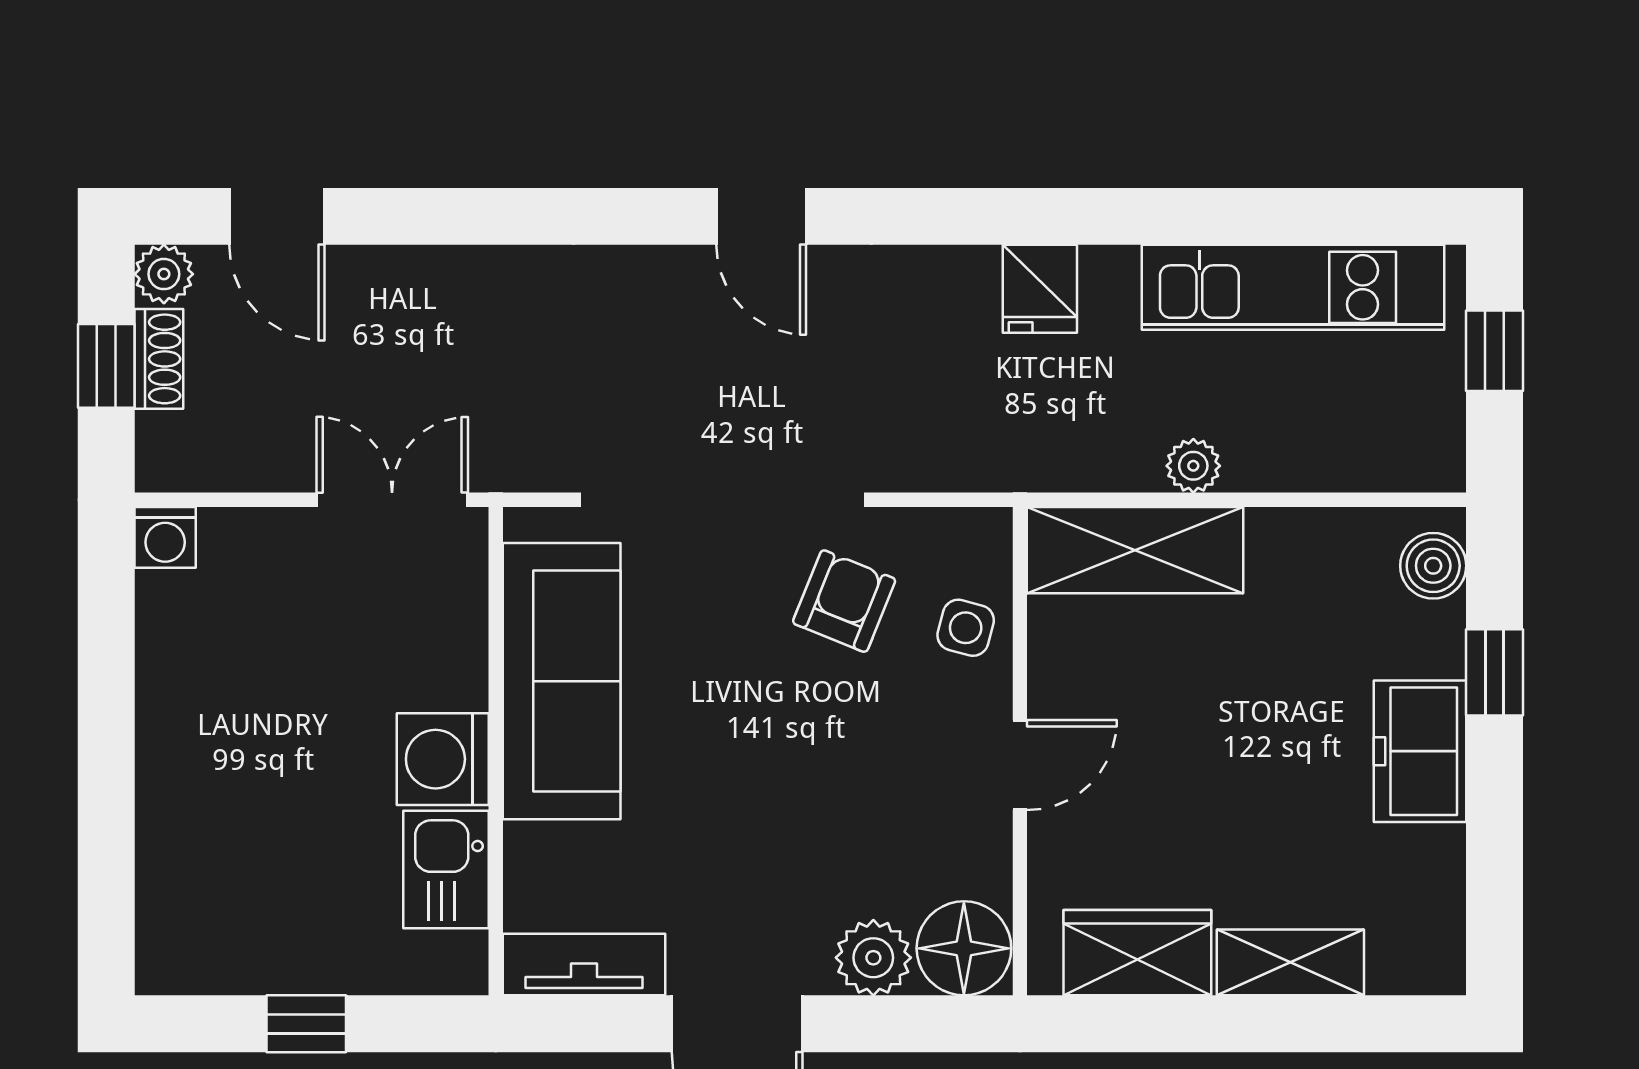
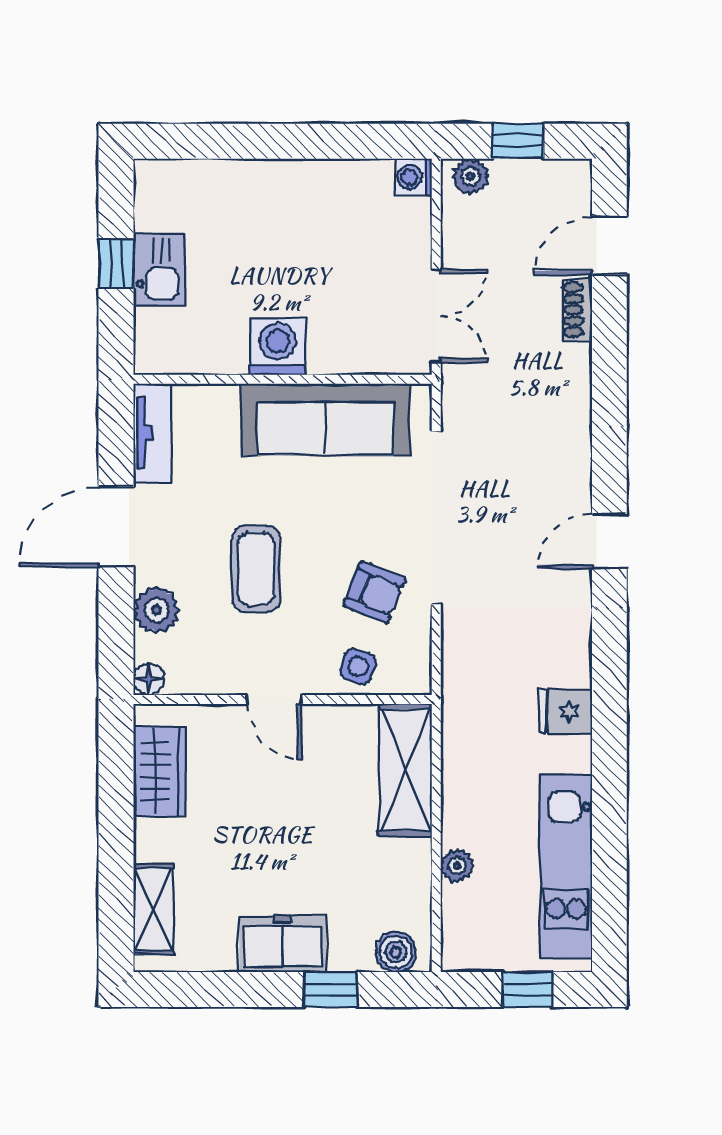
plant: (164, 274) -> (470, 176), moved
shoe rack: (159, 359) -> (577, 310), moved, turned 90
plant: (1193, 466) -> (457, 866), moved
coffee table: (806, 795) -> (256, 569), added
kitchen sink: (446, 870) -> (159, 270), moved, turned 90
floor lamp: (964, 948) -> (149, 679), width x0.53, depth x0.53
shelving: (1290, 962) -> (154, 909), moved

